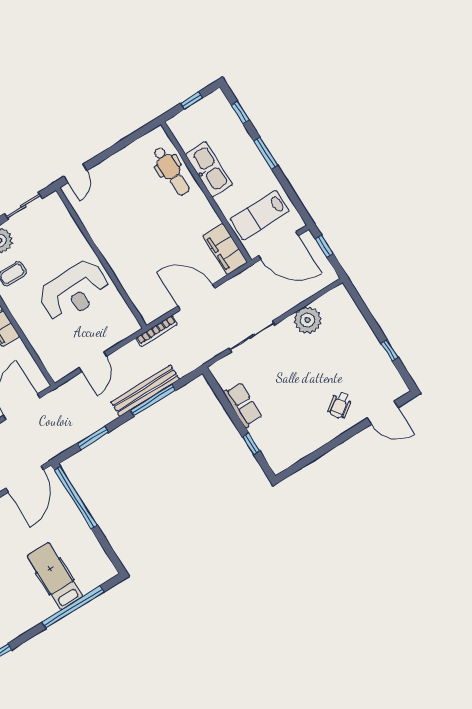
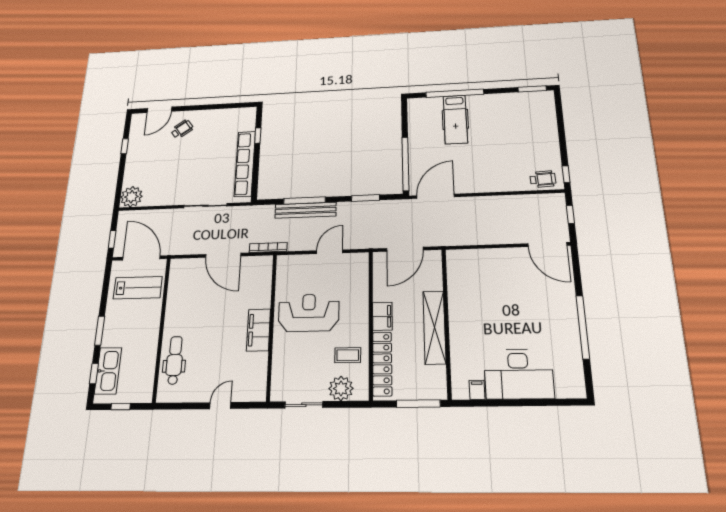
kitchen sink: (209, 169) -> (108, 371), moved, turned 180
door: (75, 173) -> (220, 406), moved
filing cabinet: (225, 249) -> (259, 330), moved, turned 180
plant: (307, 320) -> (131, 197), moved
row of seats: (243, 405) -> (245, 164), width x2.02
door: (383, 413) -> (159, 110), swing flipped

